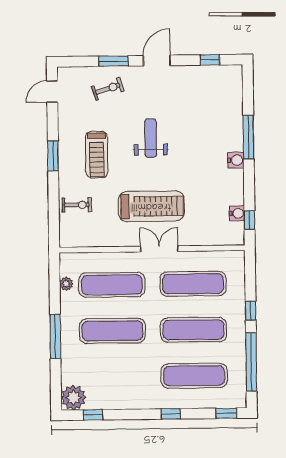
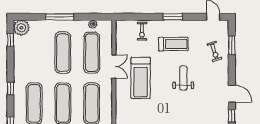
window: (113, 61) -> (232, 45), moved
door: (157, 61) -> (232, 94), moved
weight bench: (151, 138) -> (183, 78), turned -90
treadmill: (97, 155) -> (173, 44), turned 180
double door: (159, 249) -> (114, 67), moved

